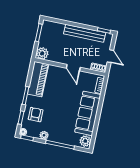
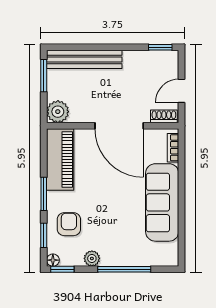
bench: (85, 33) -> (84, 59), moved
door: (110, 56) -> (182, 91), swing flipped
door: (73, 68) -> (119, 126), width x1.87
plant: (85, 141) -> (168, 253), removed

